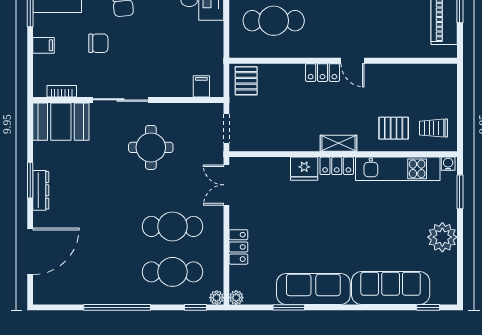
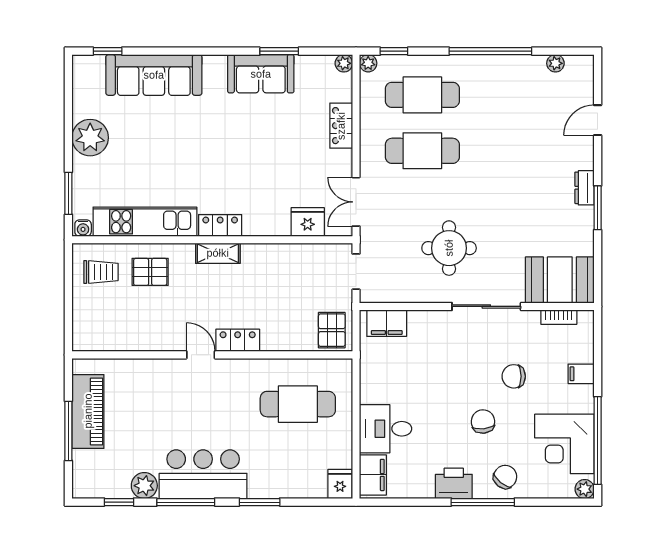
filing cabinet: (201, 86) -> (387, 323), width x2.00
fridge: (304, 169) -> (308, 222), moved
double door: (226, 185) -> (356, 202), swing flipped
dresser: (41, 190) -> (585, 188), width x0.70
door: (30, 251) -> (598, 120), width x0.53
sofa: (313, 289) -> (261, 74), width x0.73
plant: (64, 298) -> (555, 63), added

